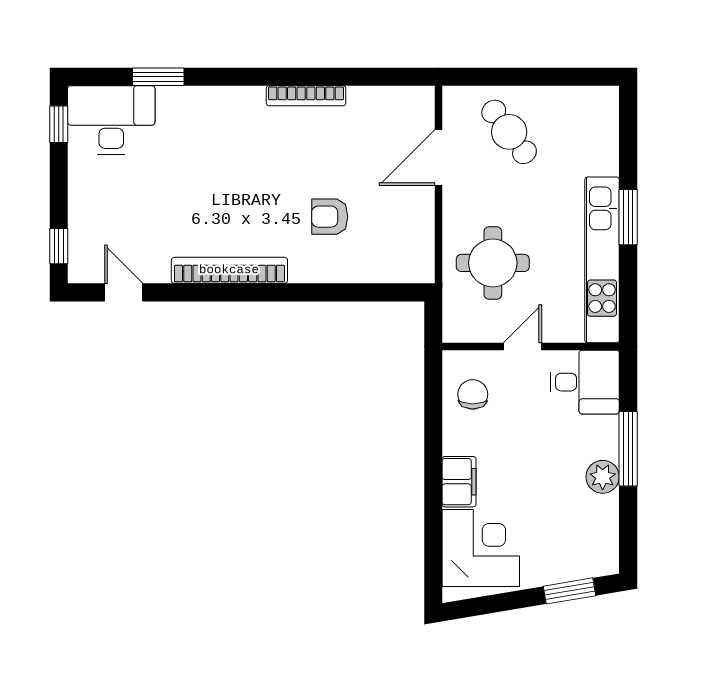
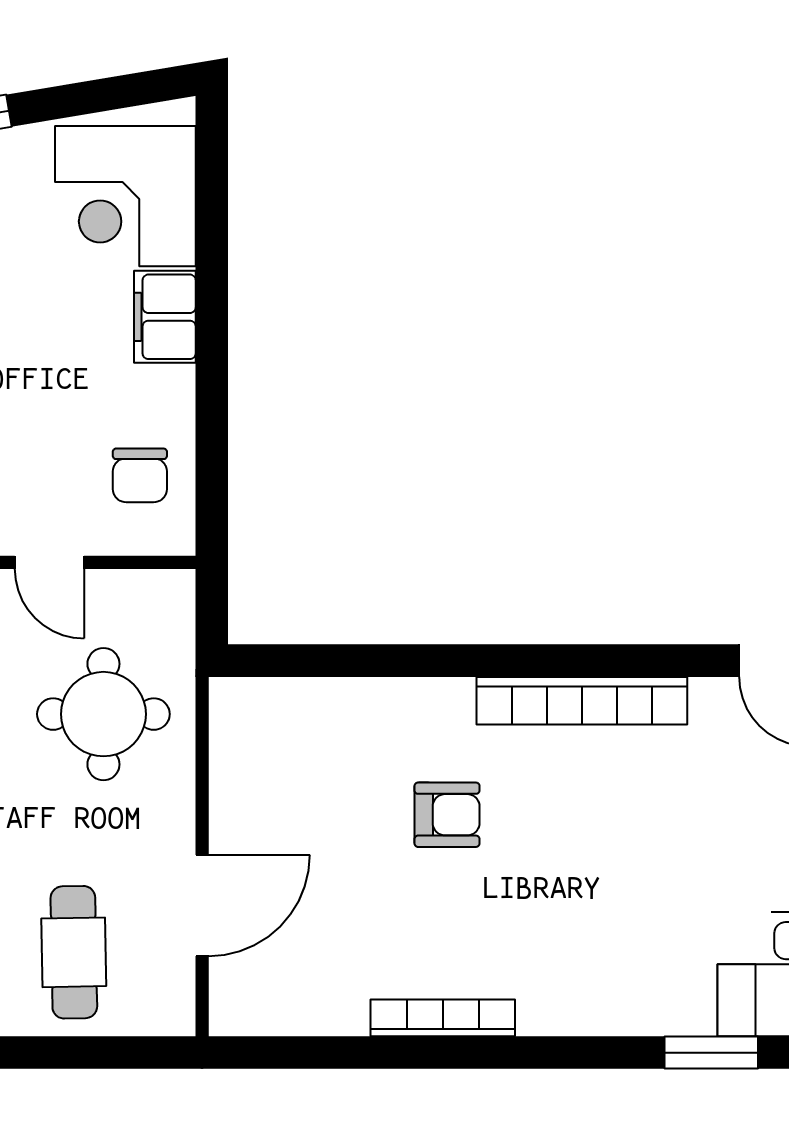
cafe table: (509, 132) -> (74, 952), turned 36
armchair: (330, 217) -> (447, 815), moved
door: (523, 346) -> (49, 562), hinge flipped

